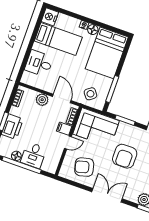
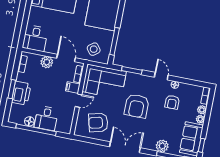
desk: (39, 63) -> (35, 38), moved, turned -90

